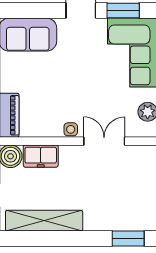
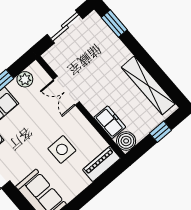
side table: (71, 129) -> (62, 149), moved, width x1.87, depth x1.87

